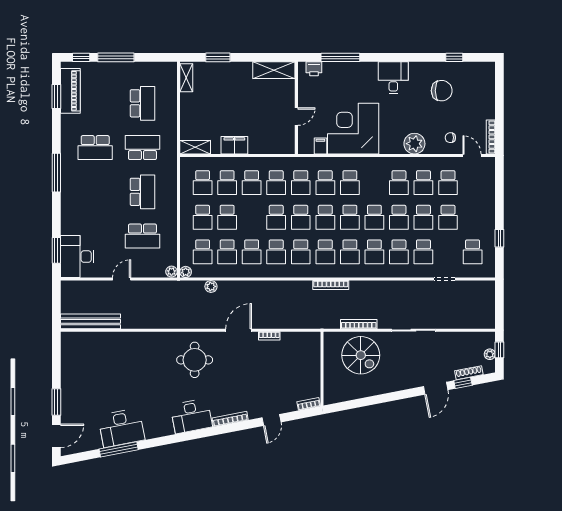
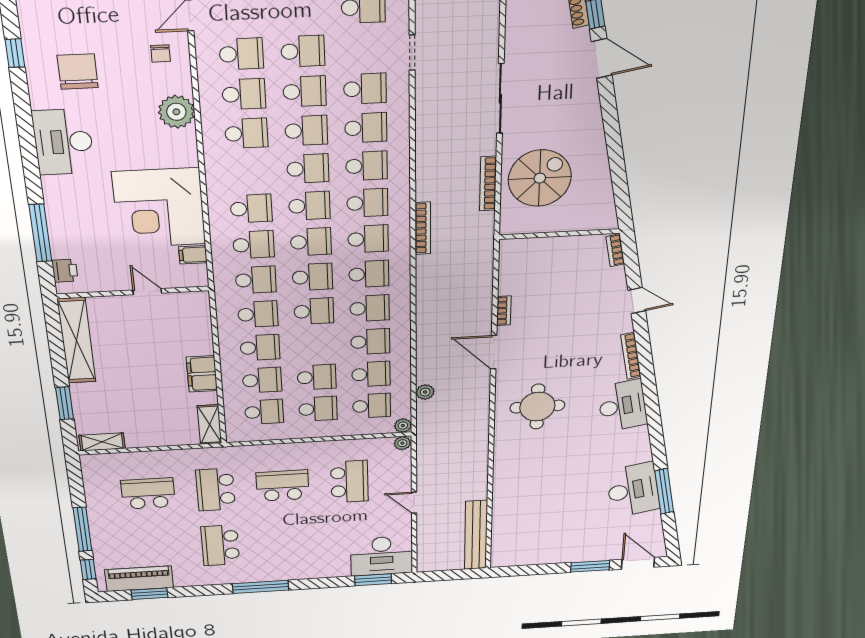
shelving: (274, 70) -> (77, 341), width x1.47
desk: (393, 78) -> (63, 142), width x1.37
school desk: (95, 148) -> (220, 545), turned 180

